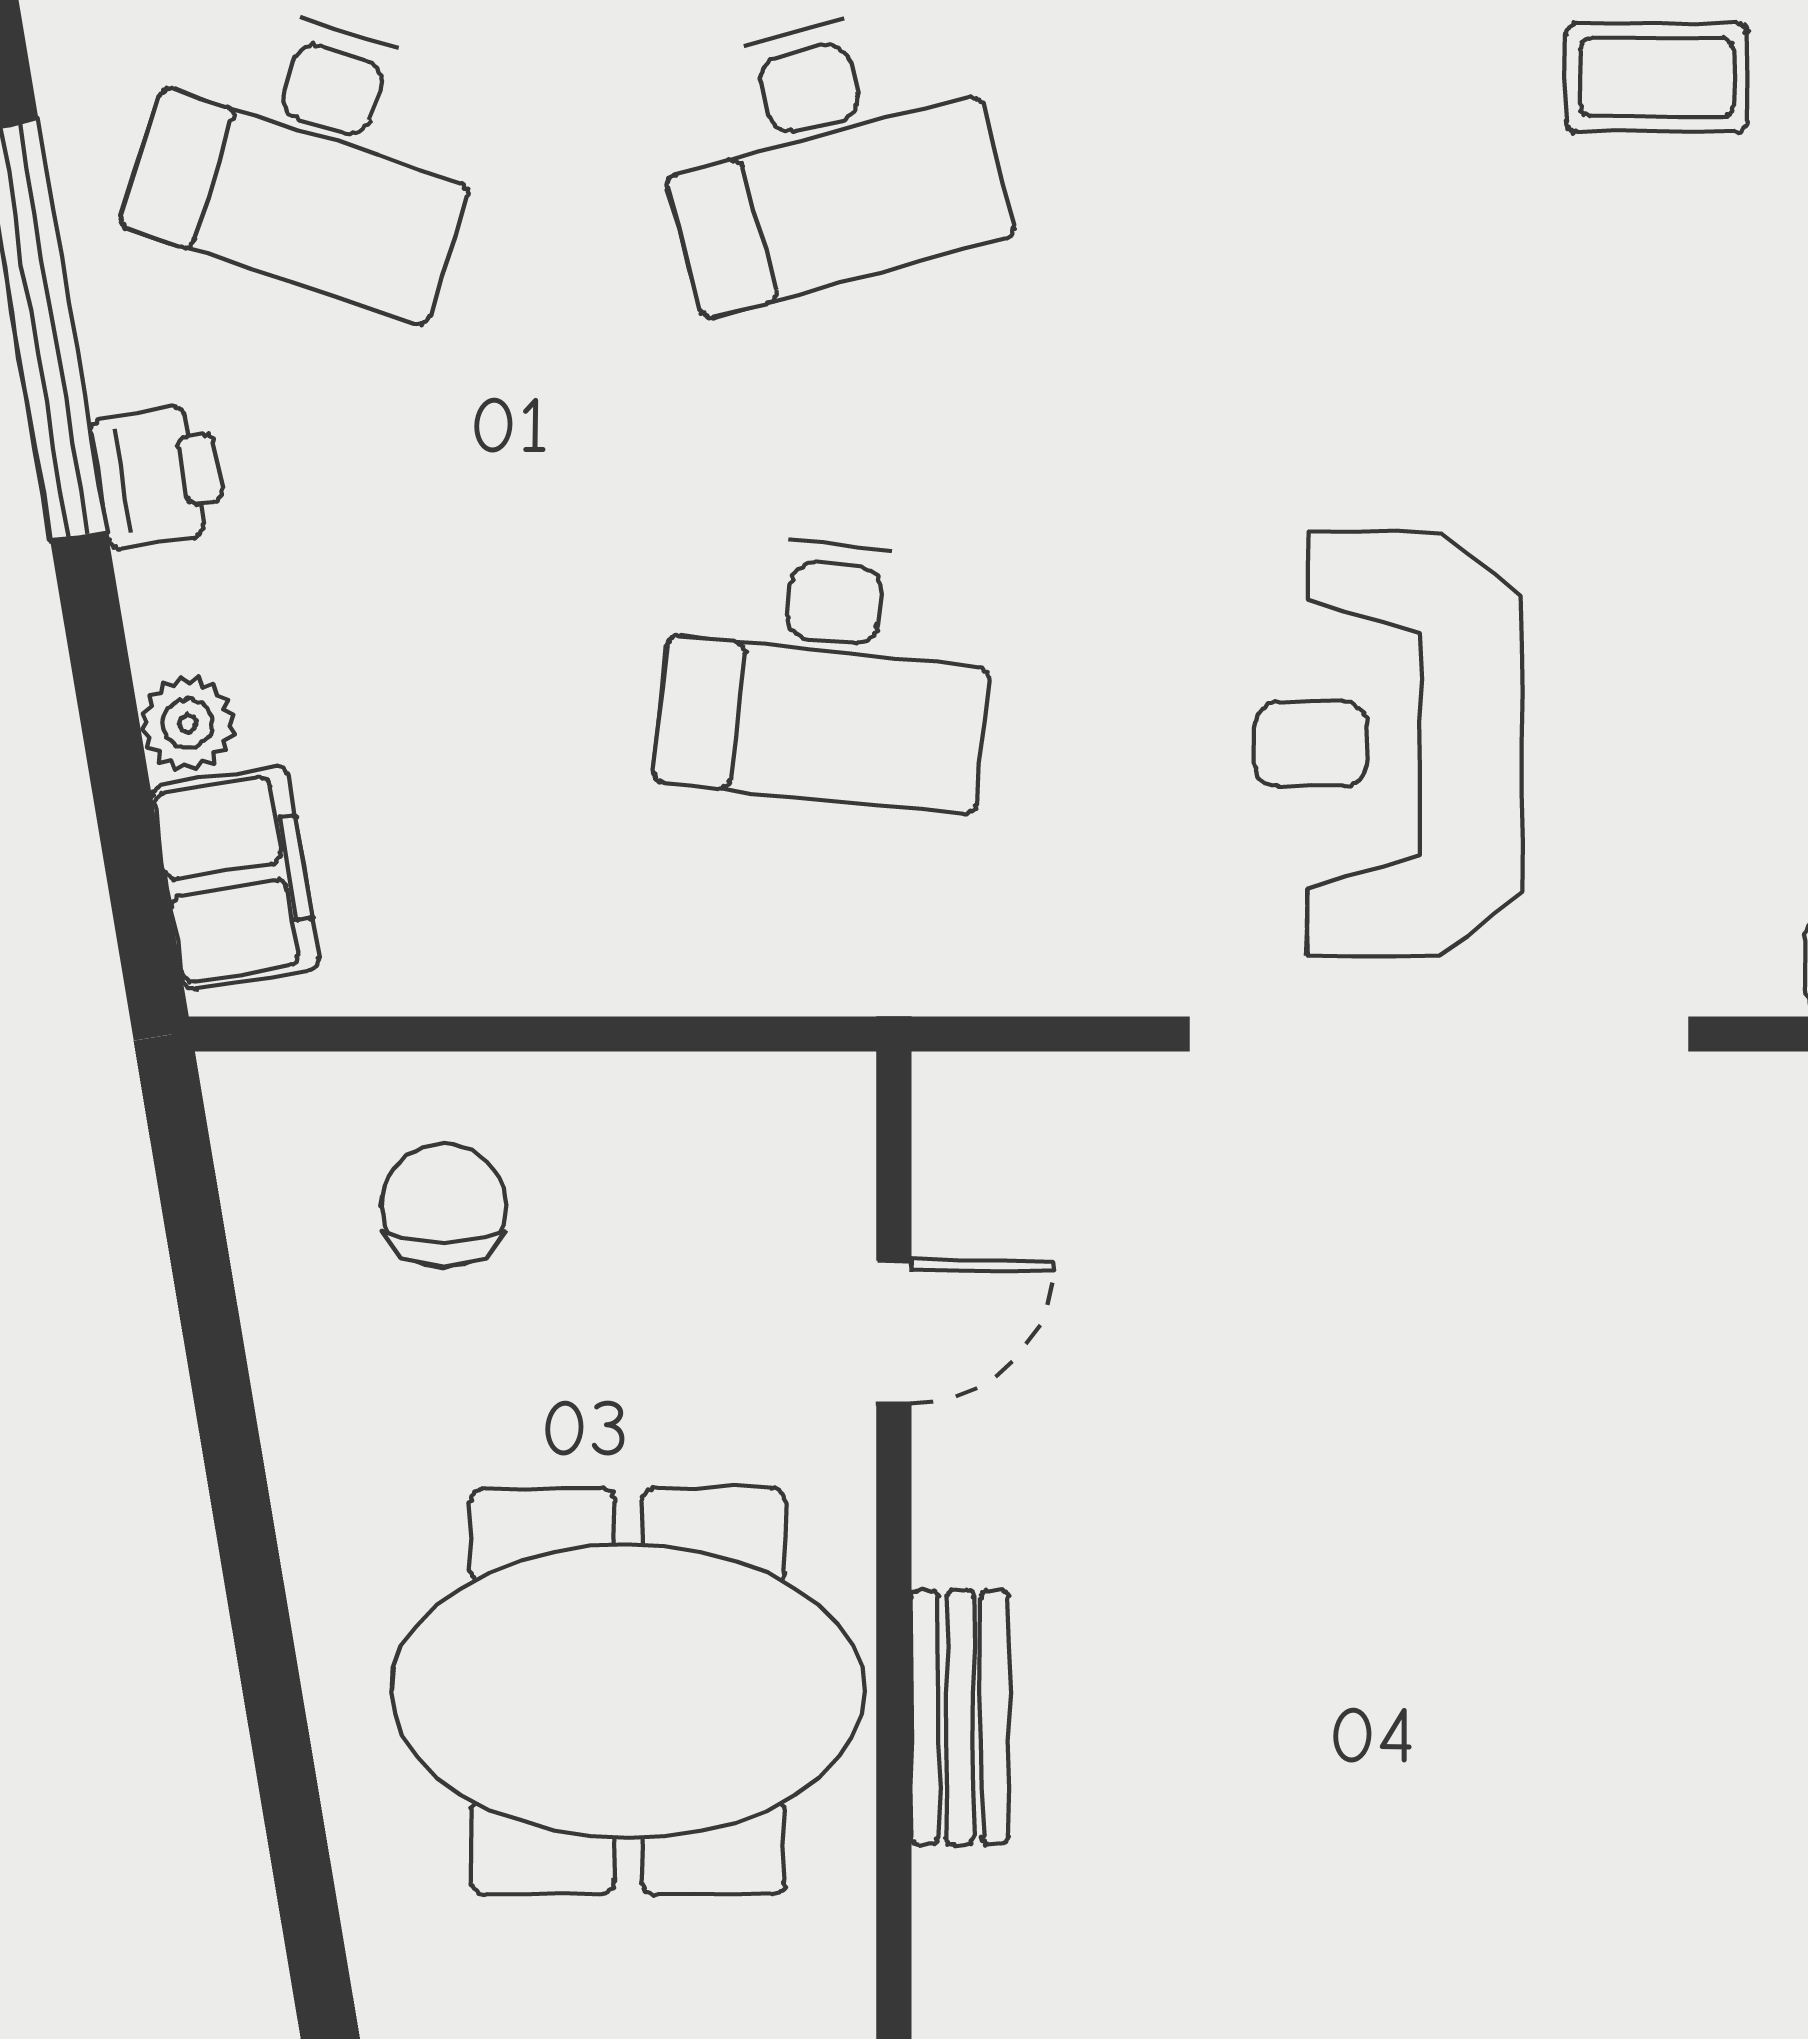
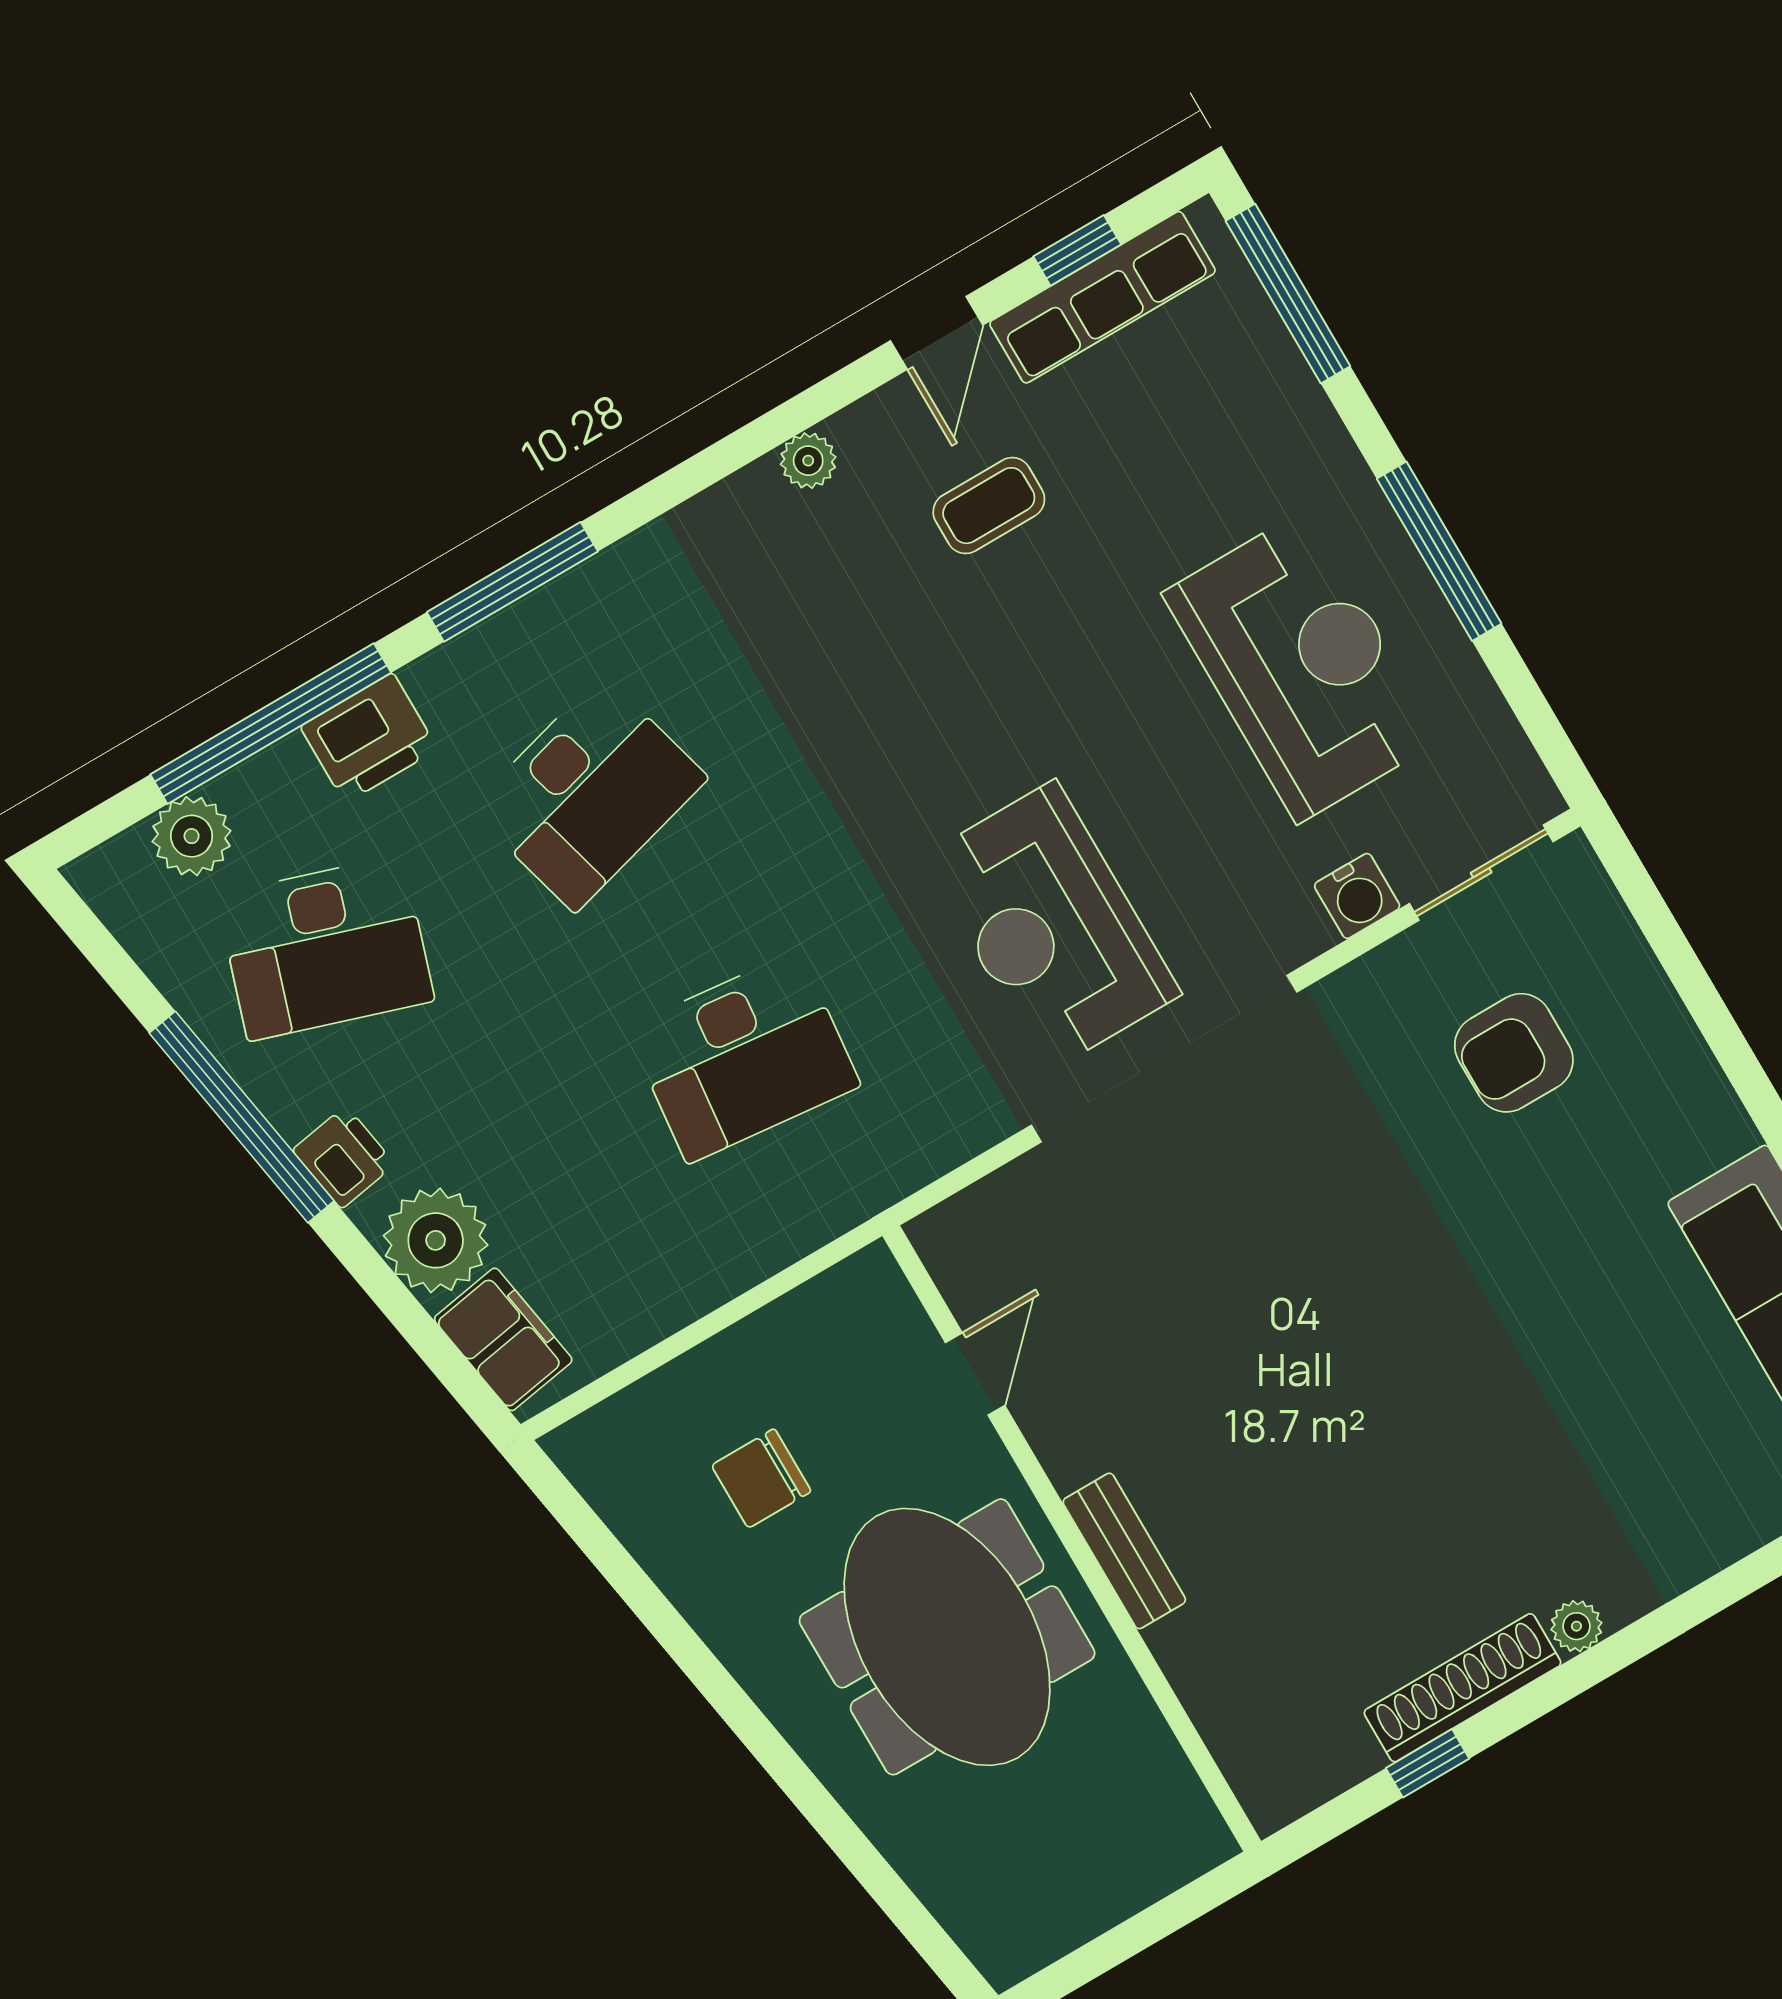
plant: (188, 723) -> (436, 1240), width x1.88, depth x1.88
chair: (444, 1206) -> (761, 1478), moved, turned -90
meeting table: (628, 1691) -> (947, 1637), turned 90

